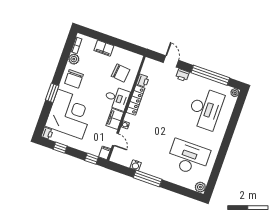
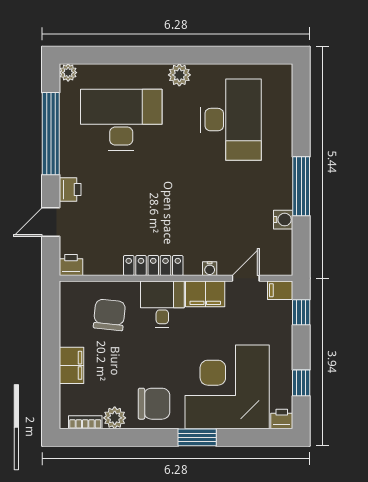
printer: (143, 81) -> (71, 265), moved
desk: (188, 158) -> (231, 120), turned 180
plant: (200, 187) -> (179, 75), moved

